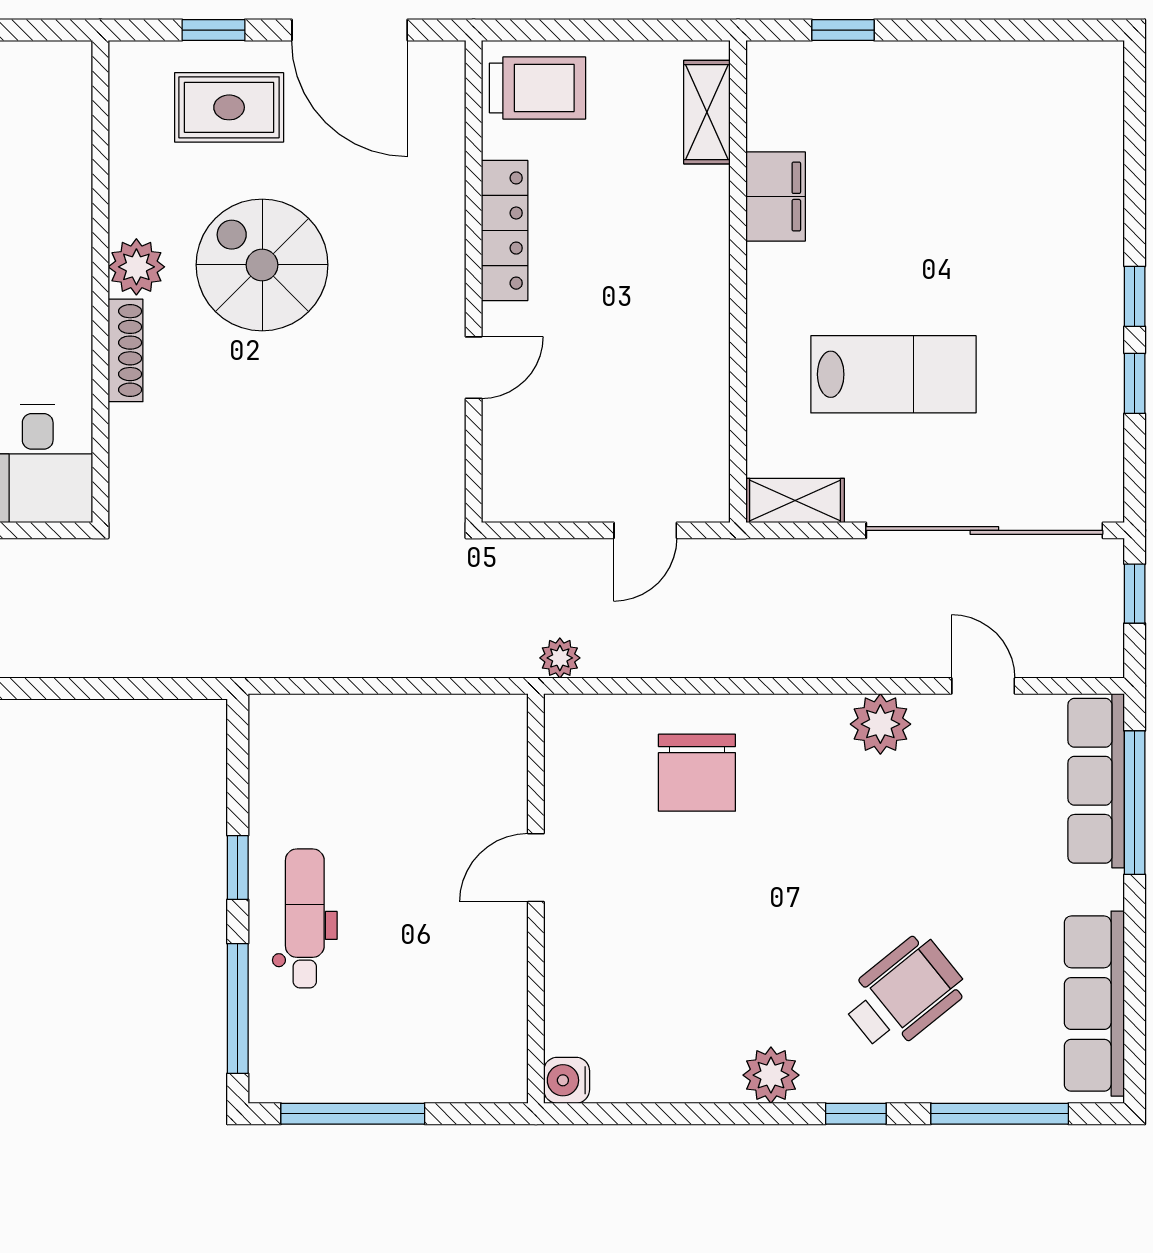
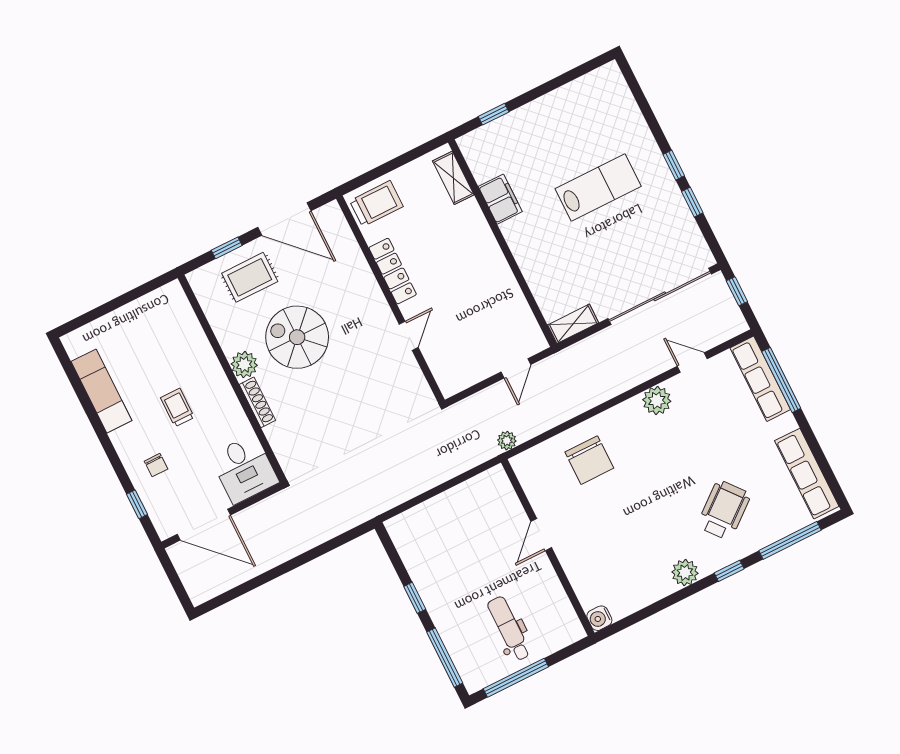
lab bench: (893, 374) -> (598, 188), moved
dental chair: (305, 918) -> (509, 629), moved

